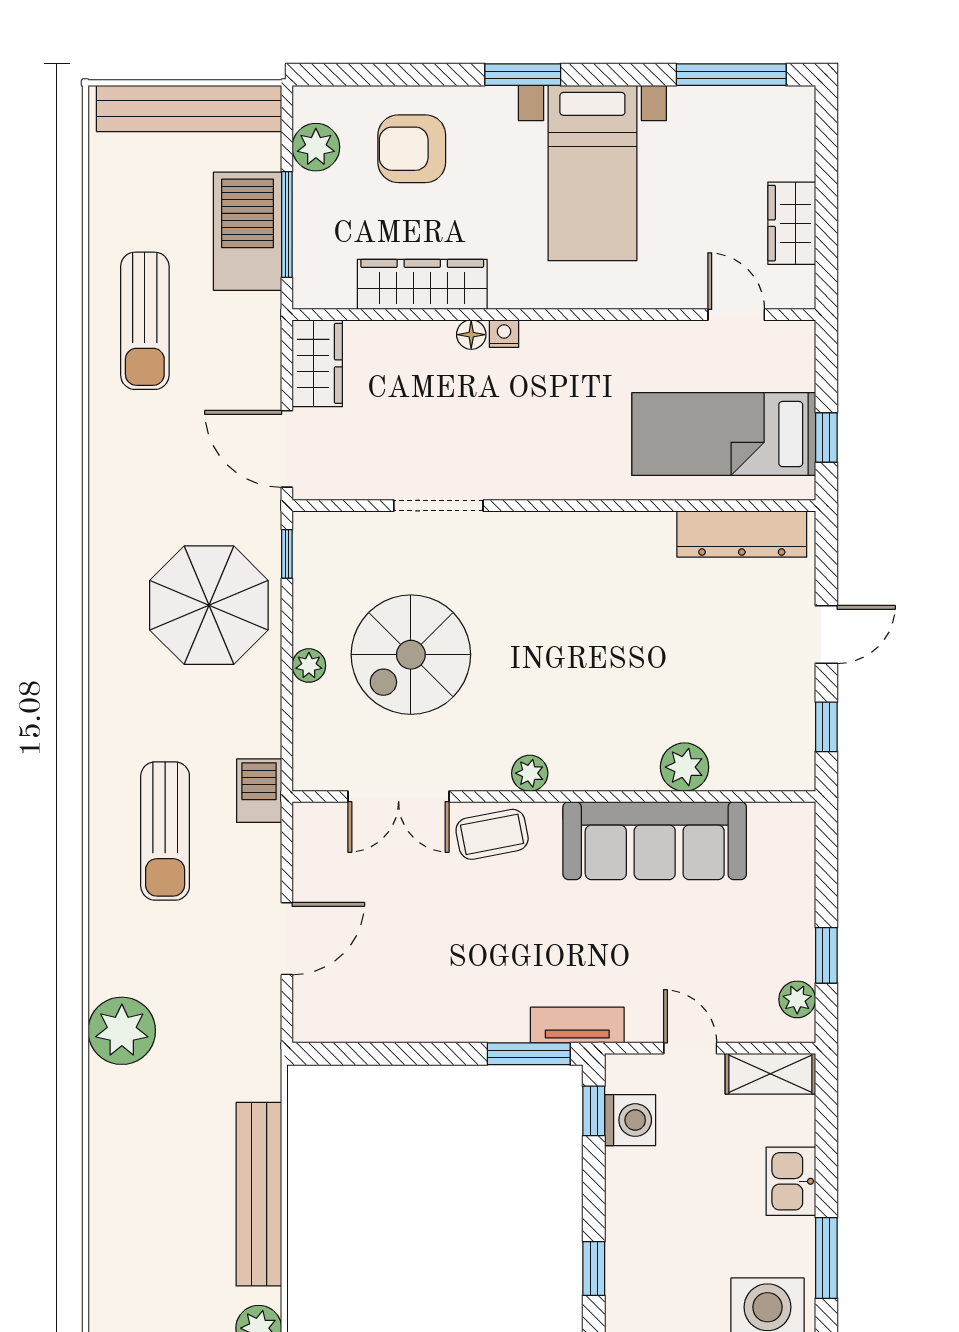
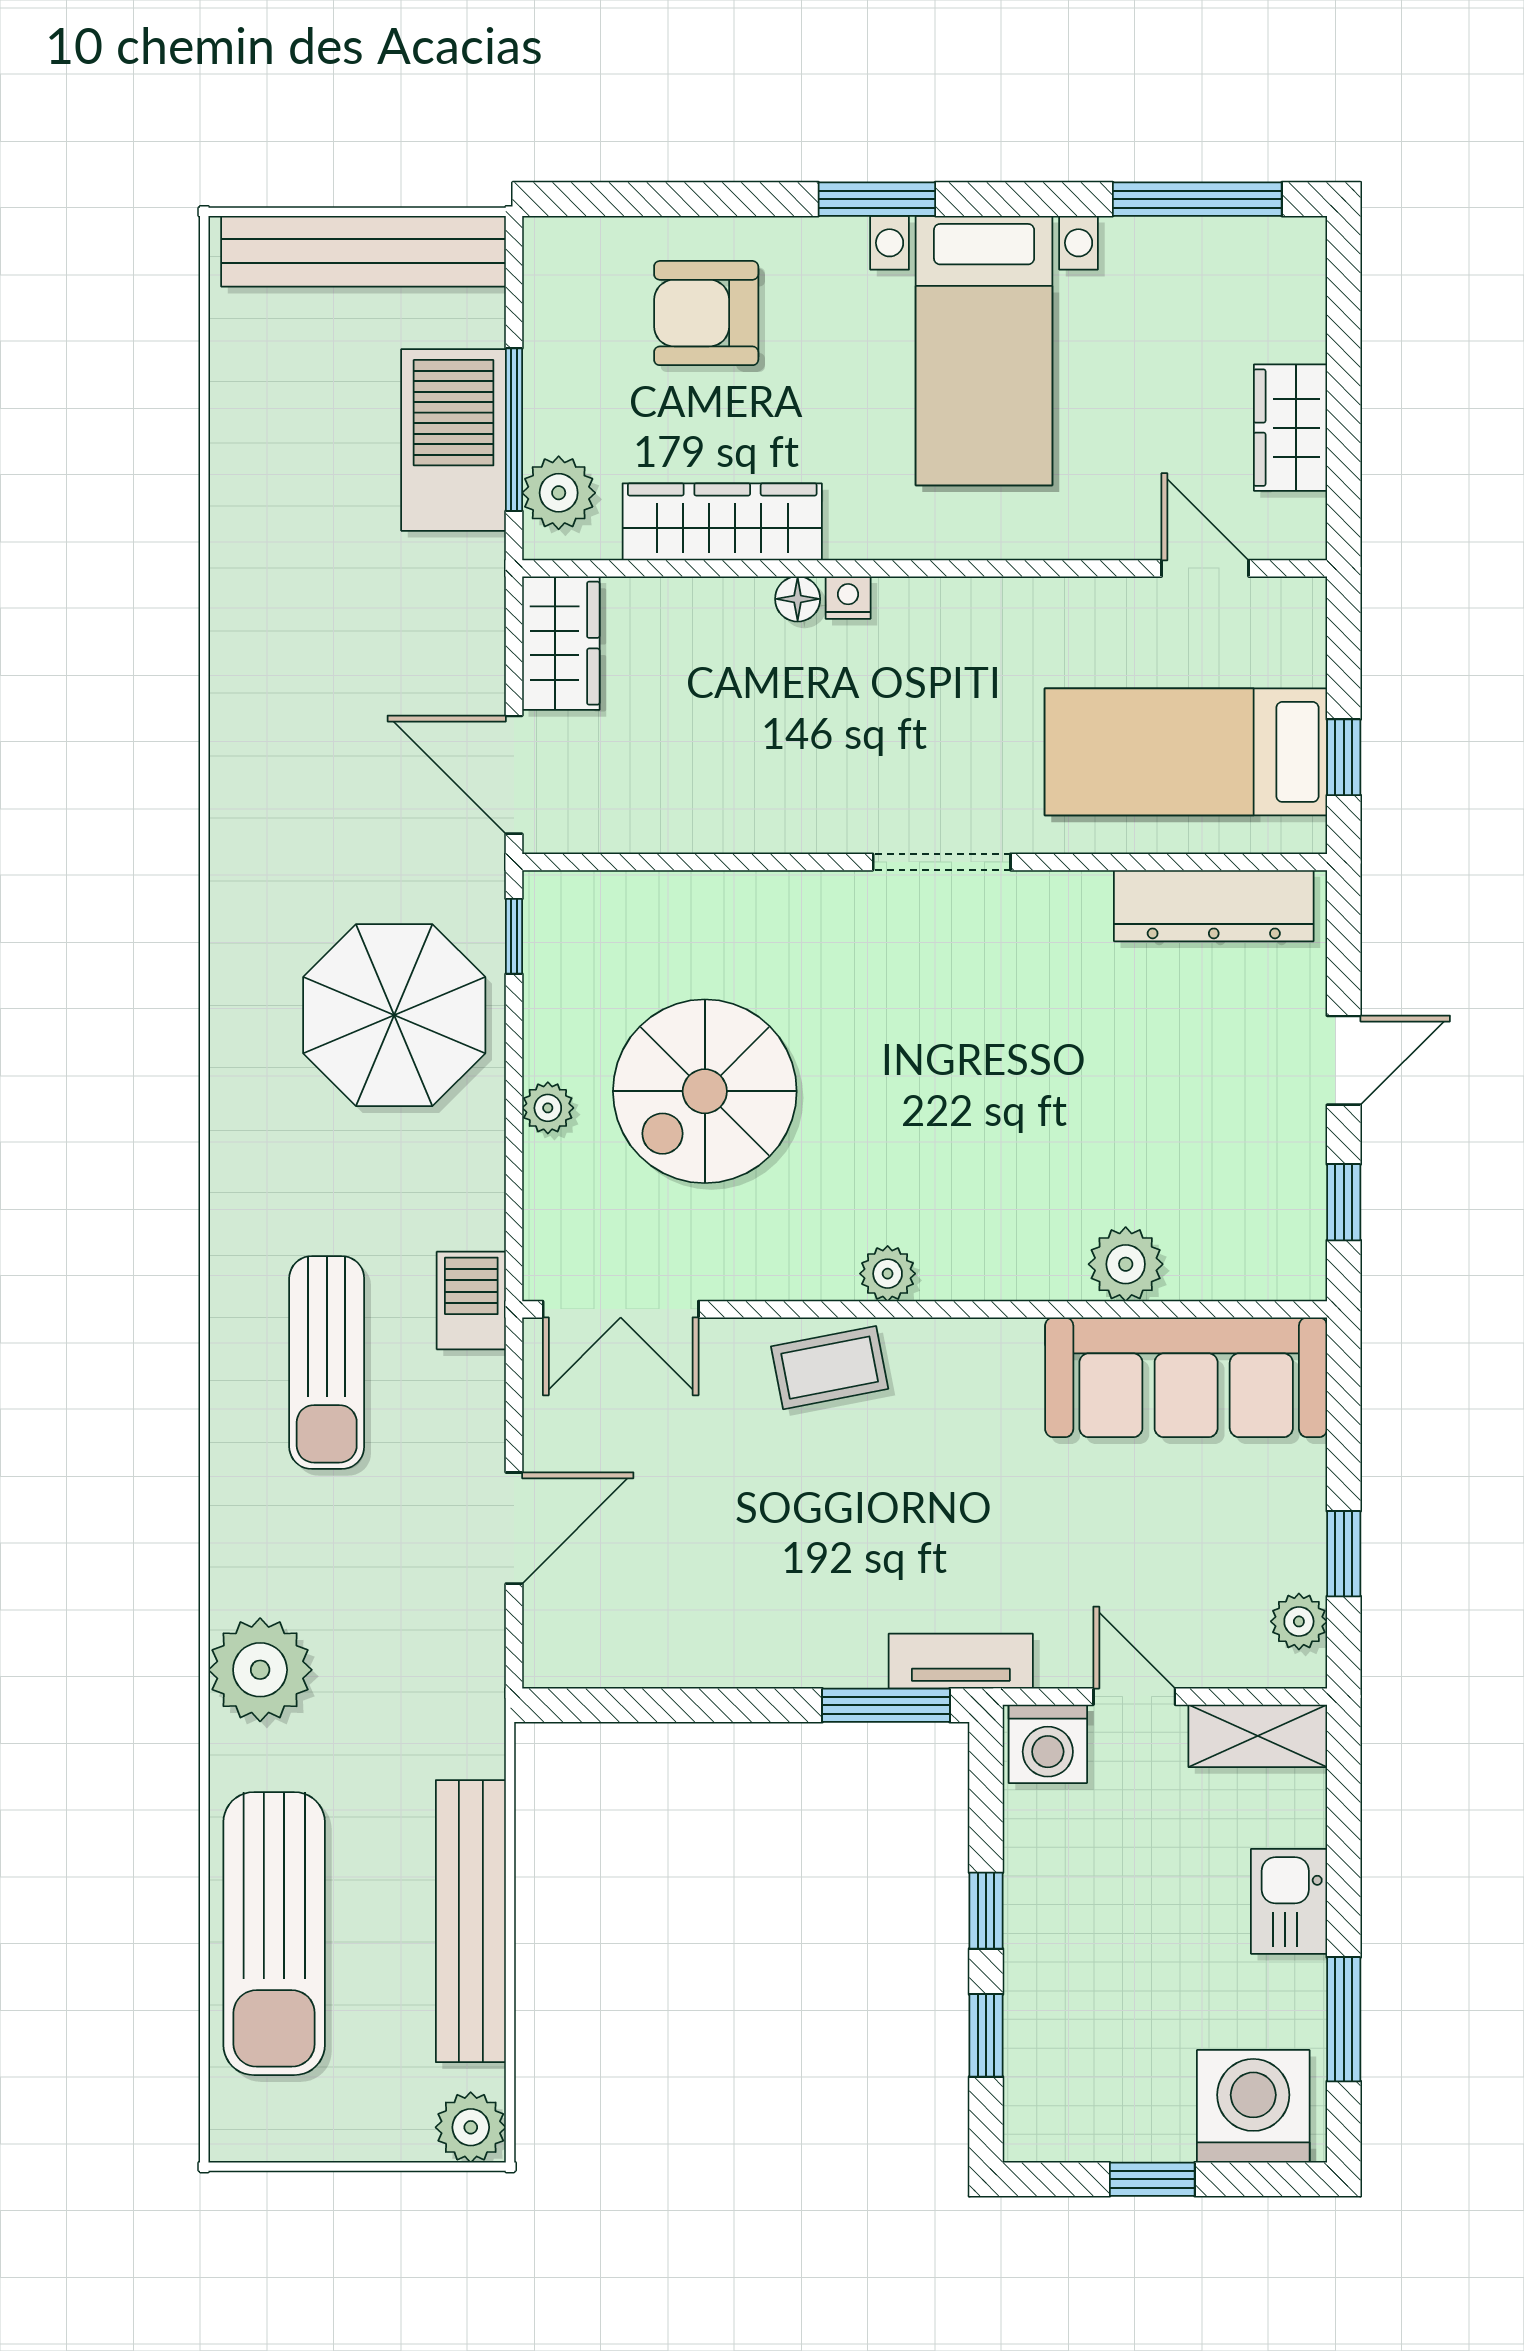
plant: (316, 147) -> (559, 493), moved
sun lounger: (145, 321) -> (274, 1934), moved, width x1.36, depth x1.34
doorway: (438, 506) -> (942, 862), moved
double door: (399, 796) -> (621, 1309), moved
sofa: (655, 841) -> (1186, 1377), moved
window: (594, 1111) -> (986, 1911), moved
washing machine: (630, 1120) -> (1048, 1744), moved, turned 90

